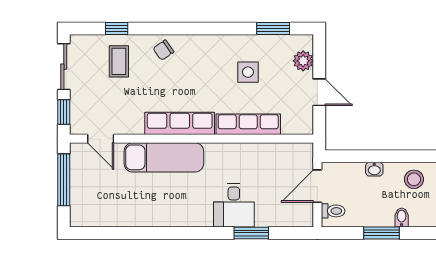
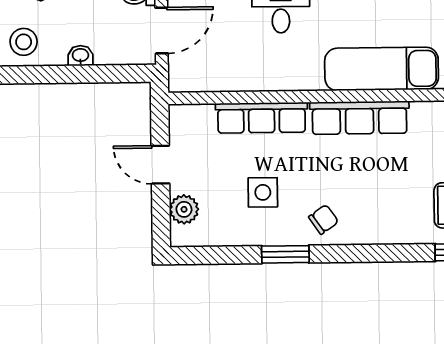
window: (273, 29) -> (285, 254), moved
chair: (163, 50) -> (324, 219), moved

